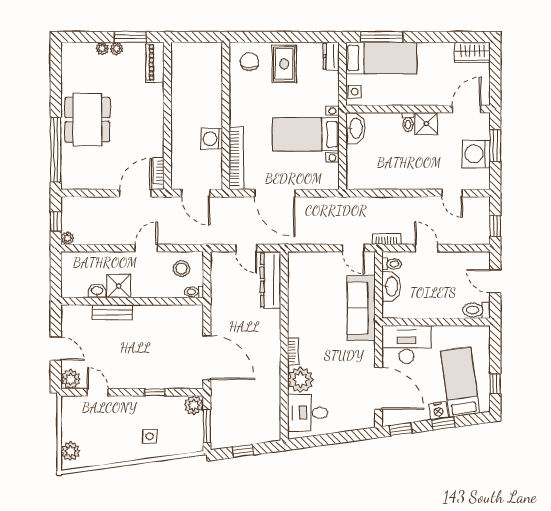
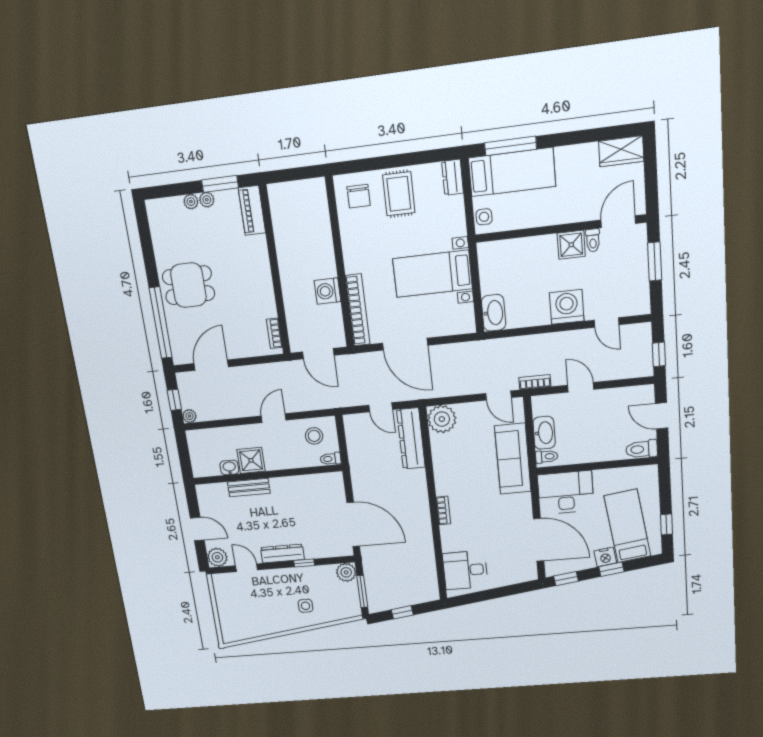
chair: (249, 62) -> (359, 196), turned 180
dining table: (87, 119) -> (188, 285), width x0.73
toilet: (408, 122) -> (593, 240), moved
washbasin: (355, 128) -> (494, 313), moved
washing machine: (476, 154) -> (567, 307), moved, turned 90
door: (135, 193) -> (211, 365), moved
toilet: (392, 264) -> (547, 457), moved
plant: (301, 380) -> (442, 419), moved
dresser: (135, 381) -> (282, 554), added
plant: (70, 451) -> (229, 626), removed

